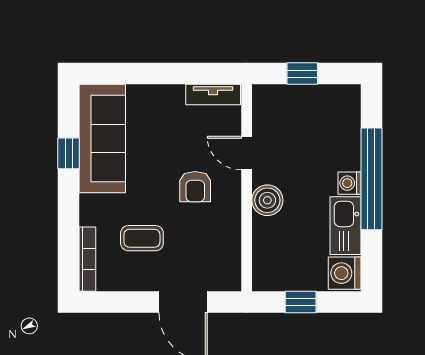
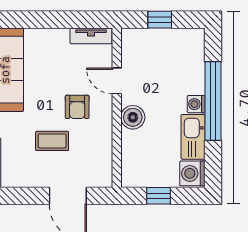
coffee table: (142, 238) -> (52, 141), moved

